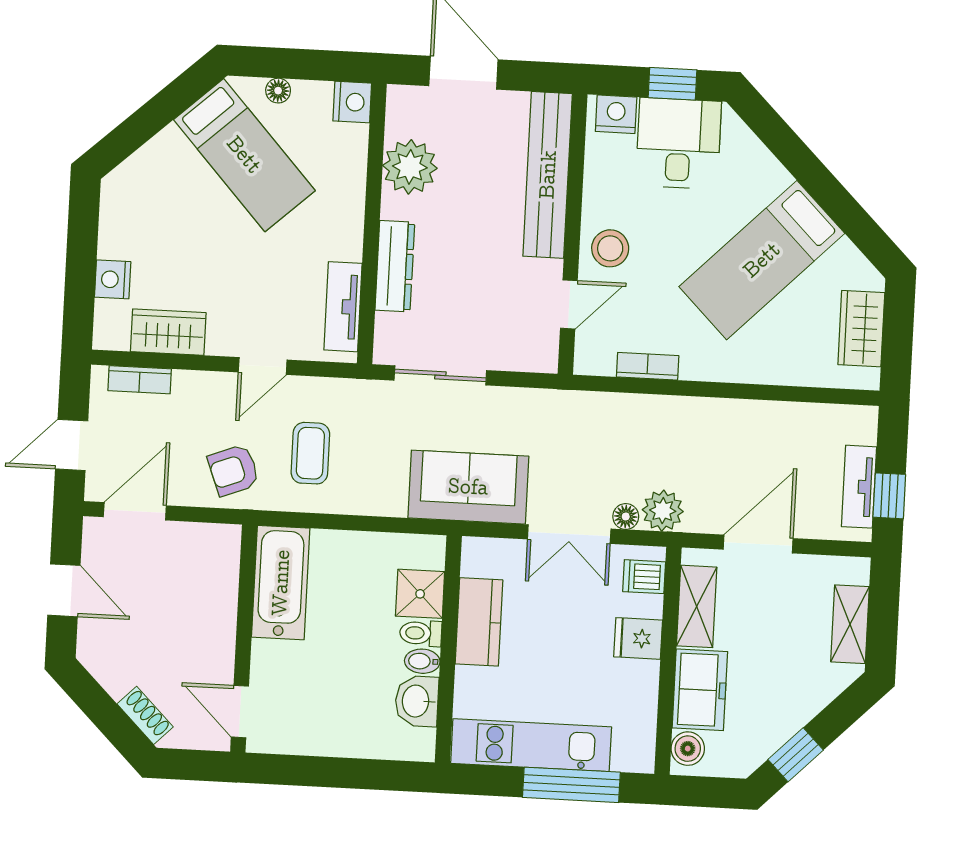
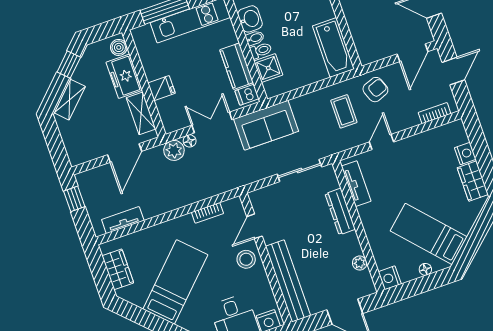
plant: (410, 167) -> (360, 263), width x0.53, depth x0.53
wardrobe: (168, 332) -> (473, 181), moved, turned 90
tv unit: (859, 487) -> (123, 220), moved, turned -90
dishwasher: (644, 577) -> (247, 95), moved, turned 180
shelving: (850, 624) -> (70, 100), moved, turned 45

